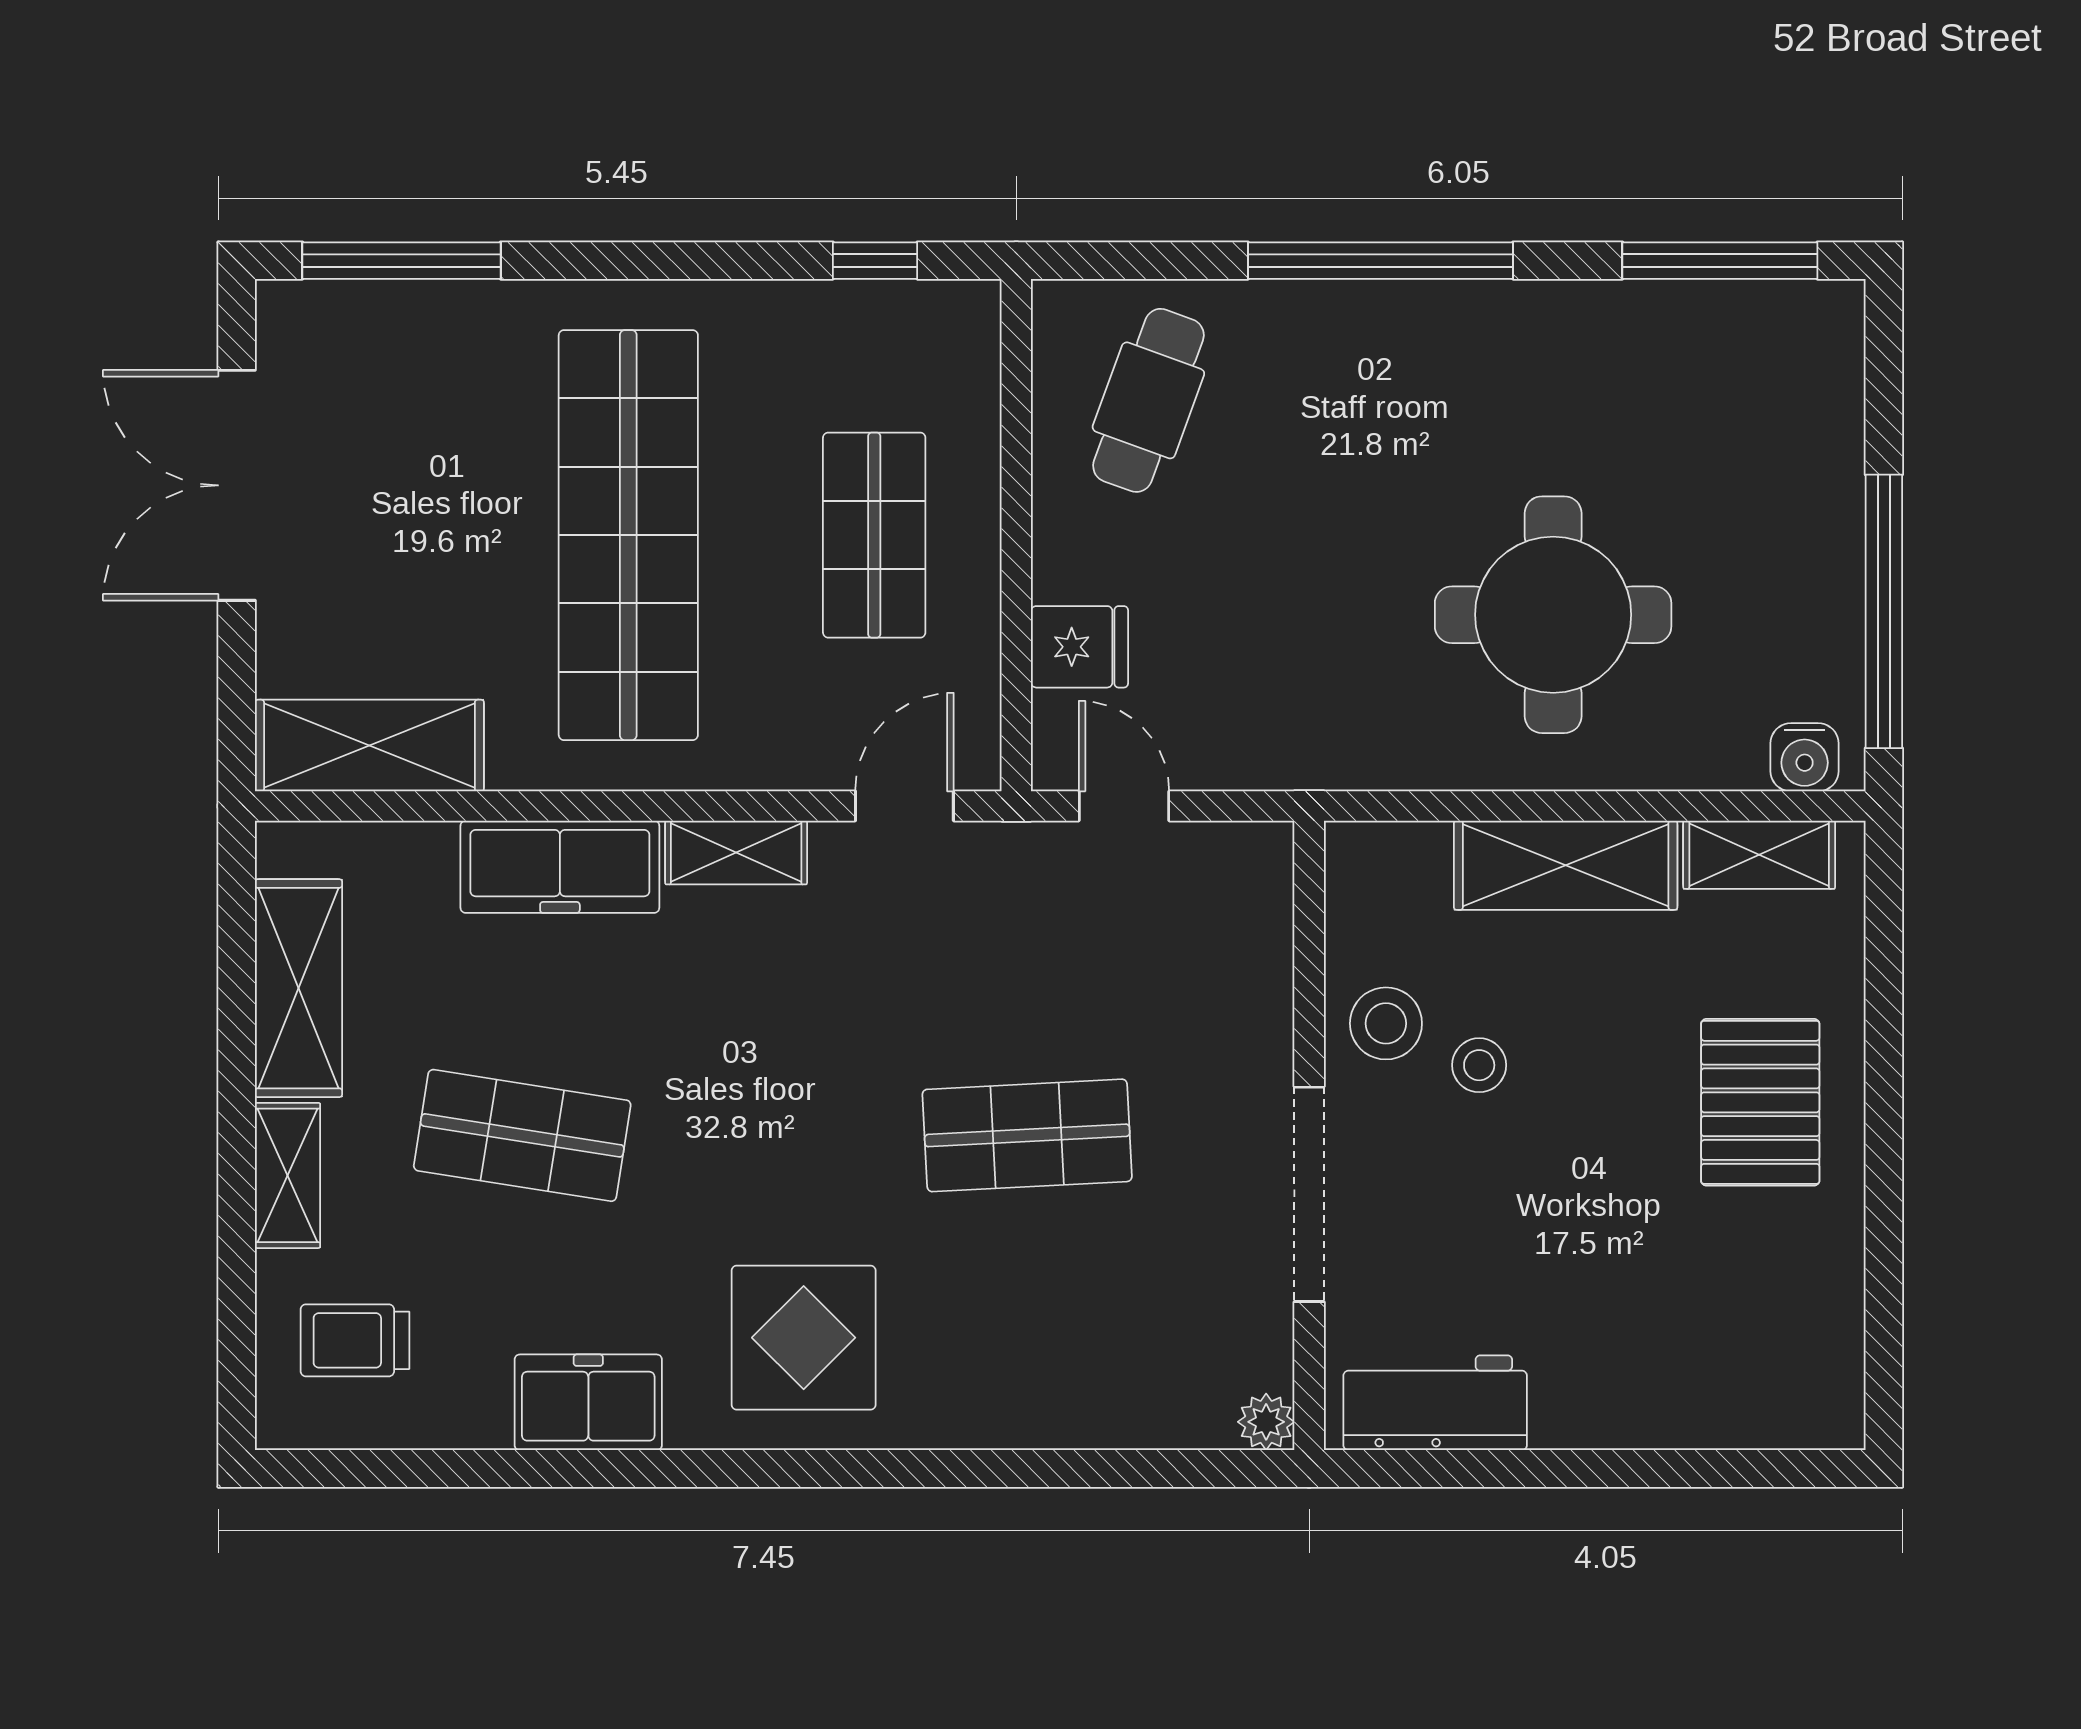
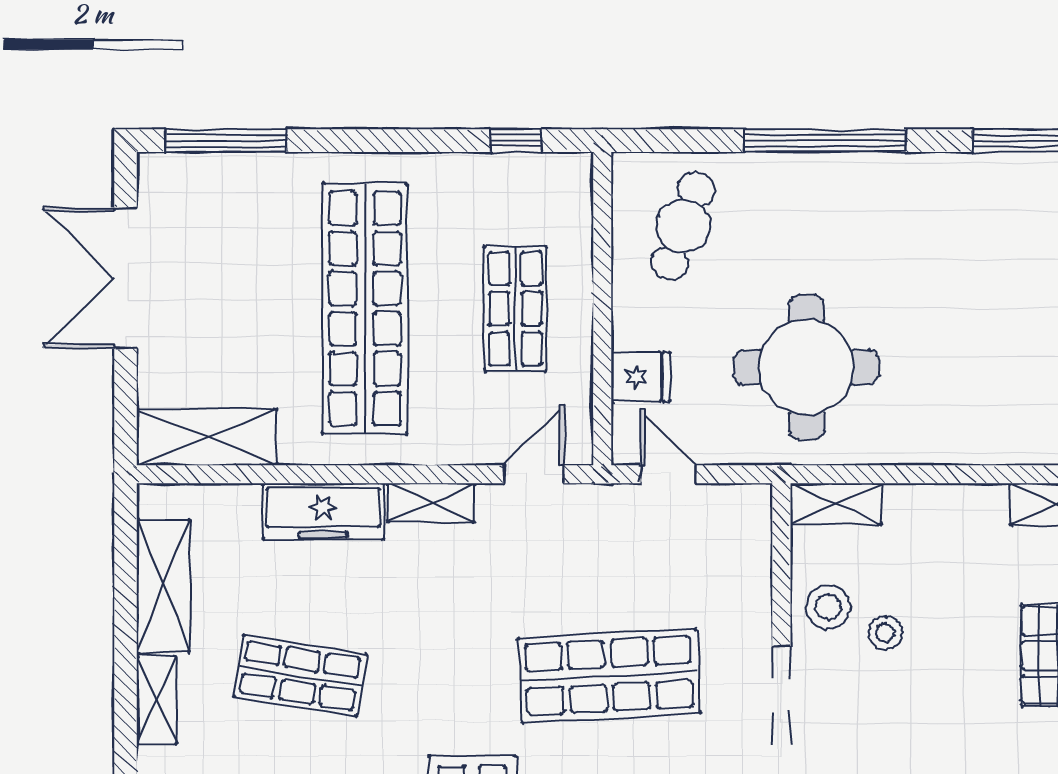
round table: (1553, 615) -> (806, 367), moved
shelving: (1566, 865) -> (836, 504), moved, width x0.67, depth x0.75
shop shelf: (1027, 1135) -> (609, 676), width x1.43, depth x1.36

